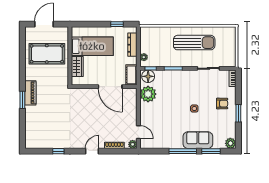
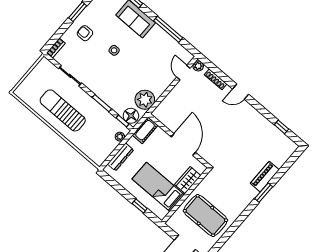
window: (117, 24) -> (140, 206), moved
door: (110, 87) -> (183, 145), moved
piano: (30, 93) -> (265, 177), moved
window: (58, 151) -> (281, 127), moved
window: (183, 151) -> (168, 29), moved

